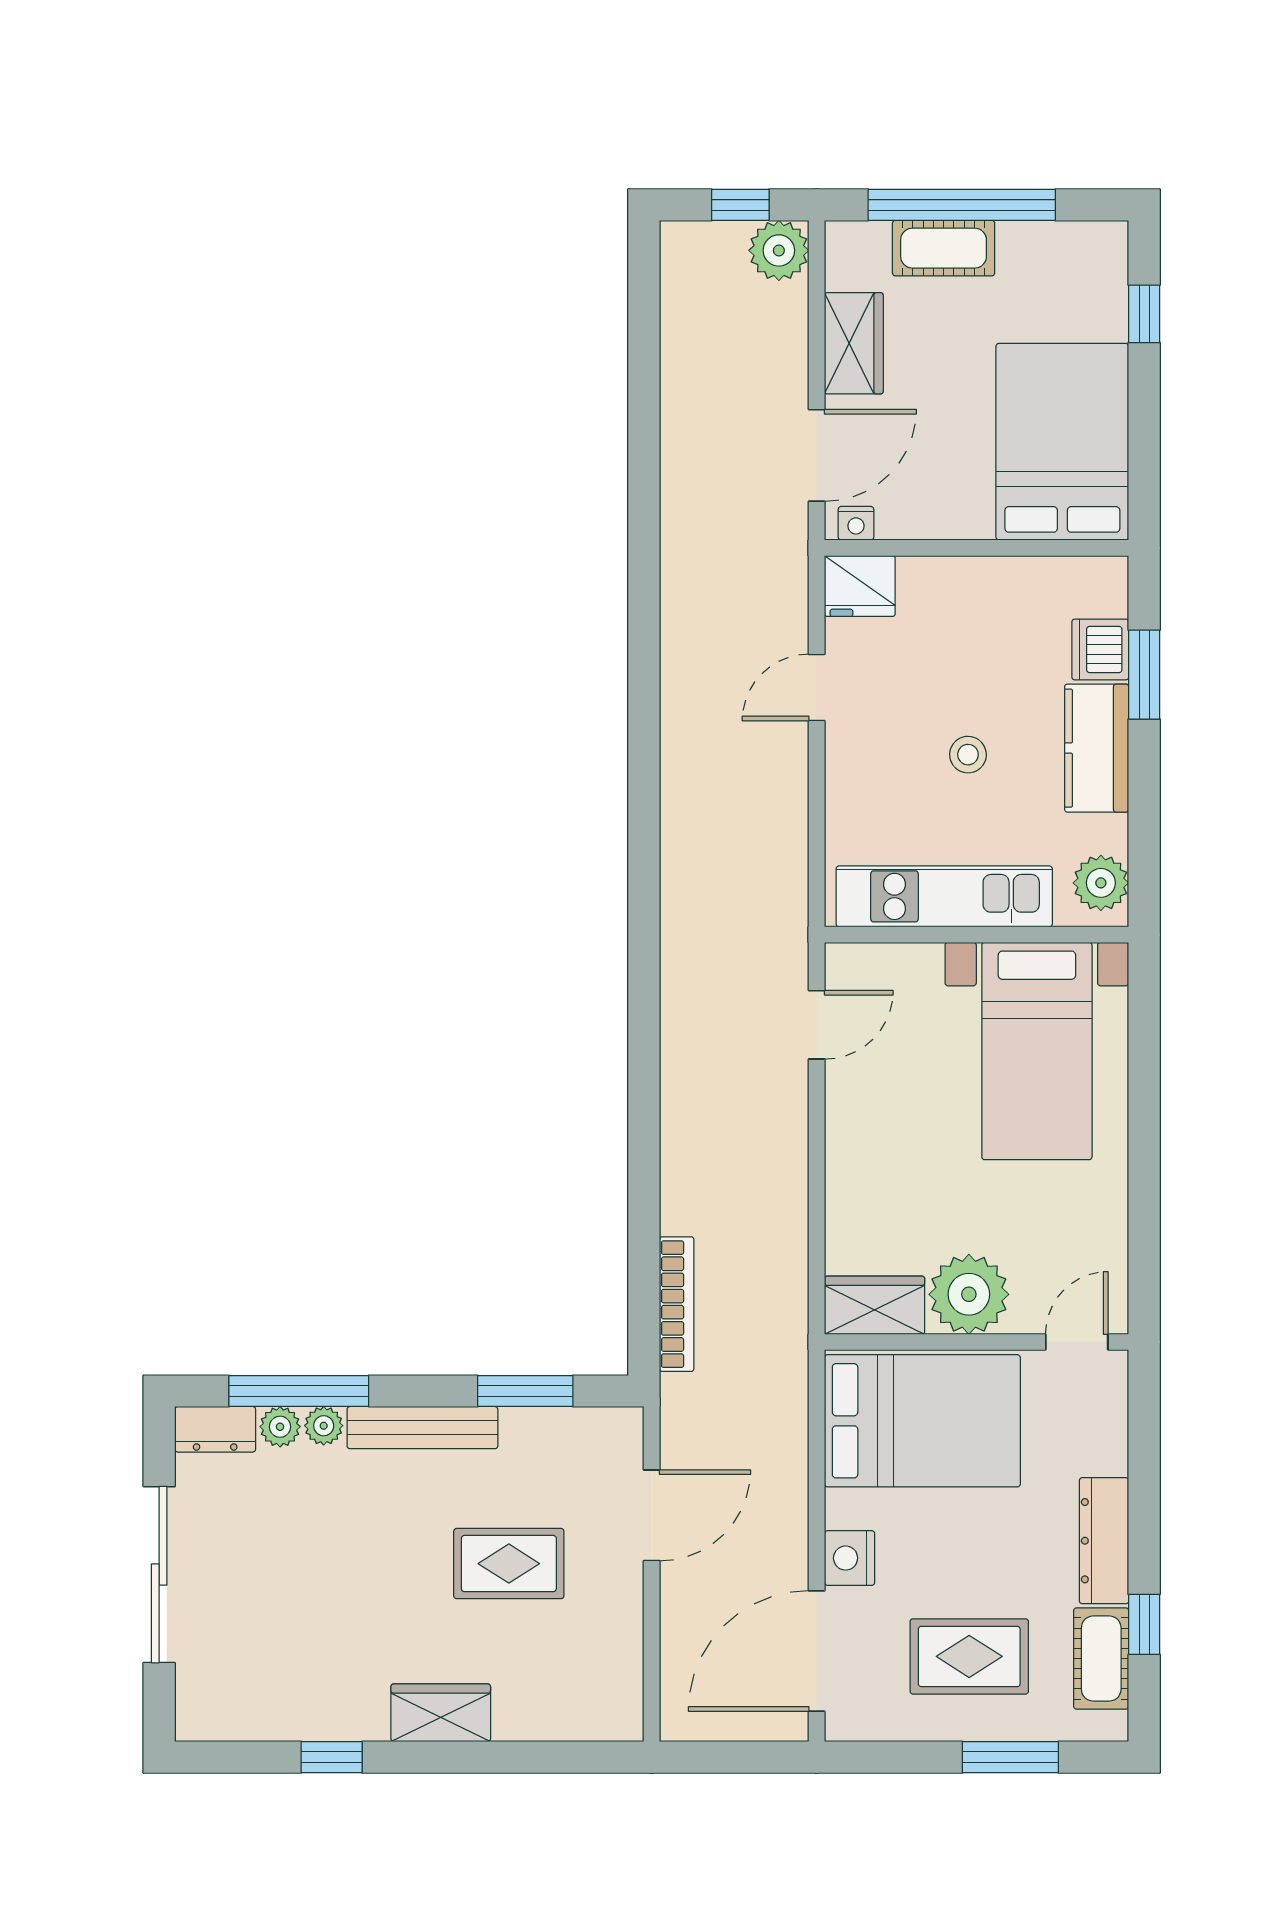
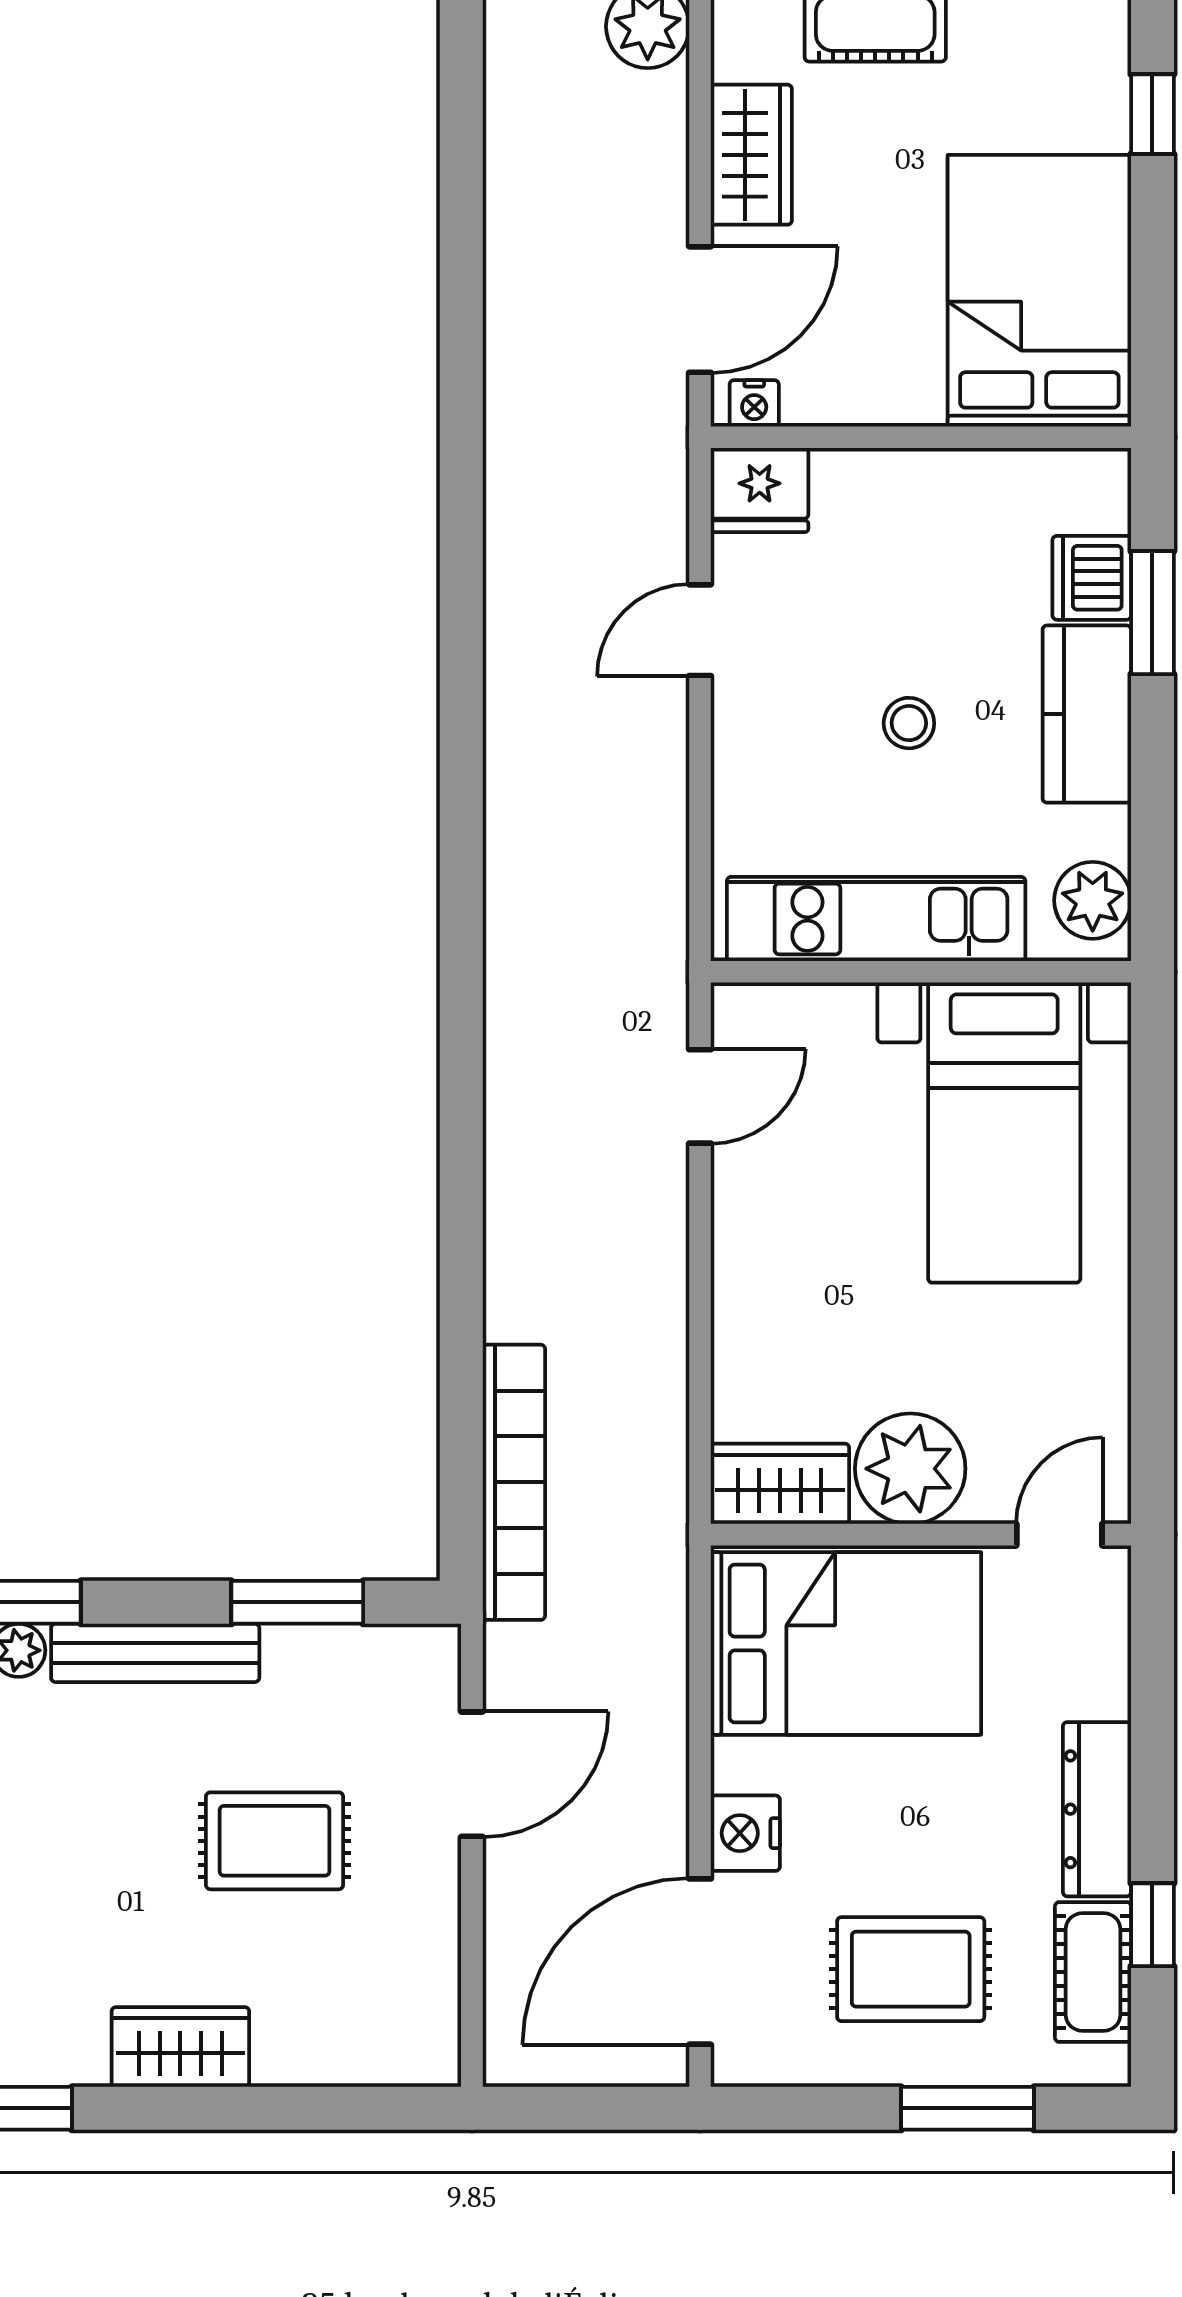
bookcase: (677, 1304) -> (514, 1482), width x1.48, depth x1.31

